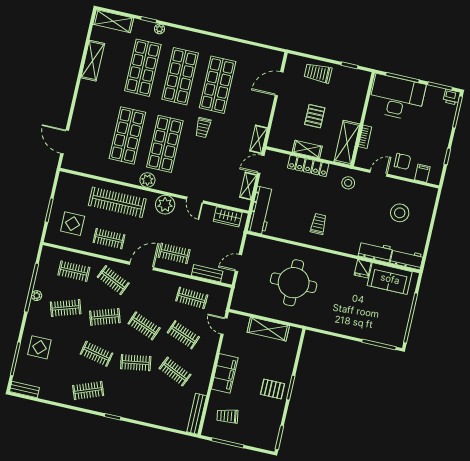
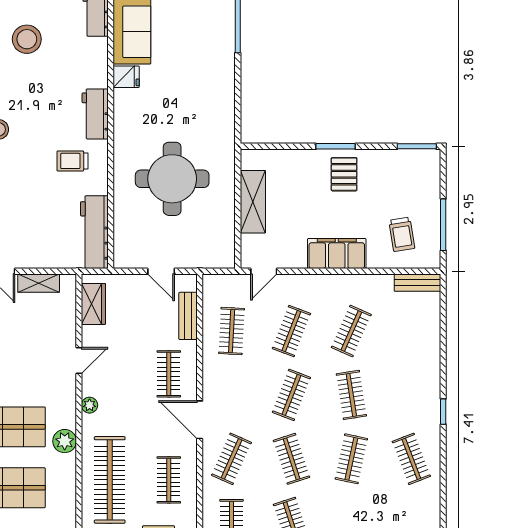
plant: (165, 205) -> (90, 405), width x0.53, depth x0.53
workbench: (261, 210) -> (94, 232), moved, turned -90
workbench: (375, 252) -> (95, 114), moved
bench: (197, 414) -> (417, 283), width x0.73

